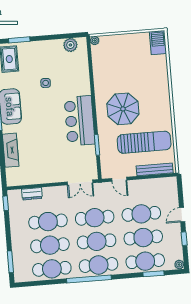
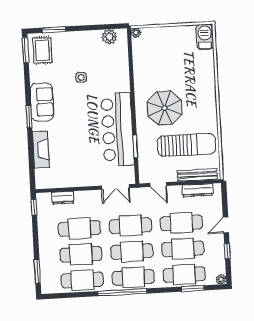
bar counter: (80, 121) -> (117, 129), width x1.36
dresser: (155, 183) -> (197, 190), added

